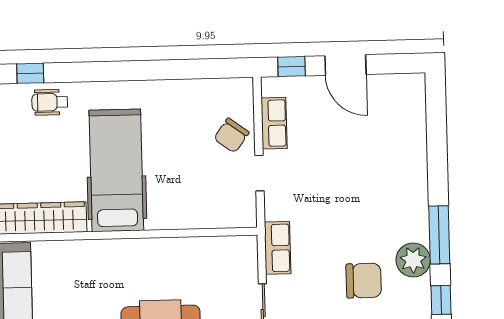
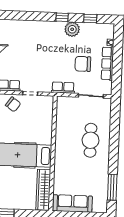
window: (439, 235) -> (62, 17), width x0.46
chair: (364, 281) -> (83, 64), moved, turned -90

